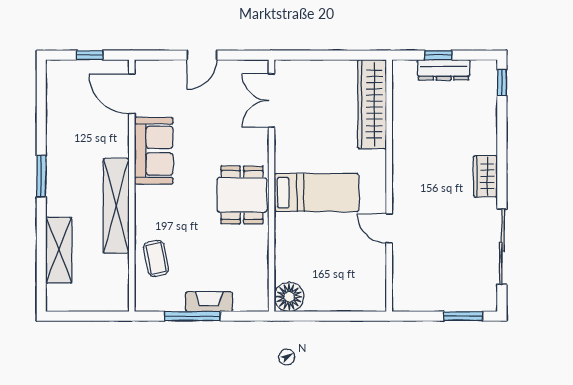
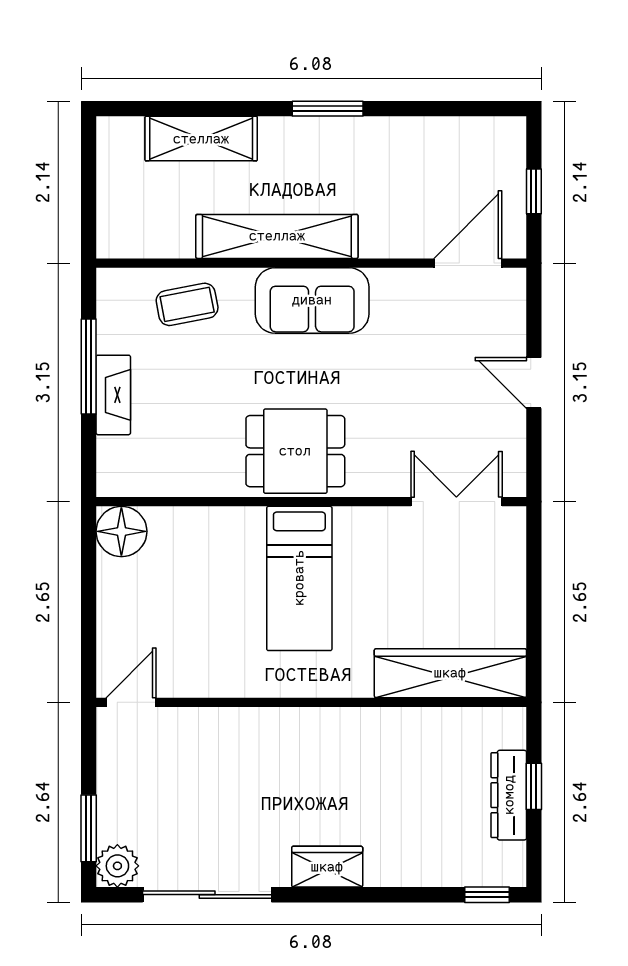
sofa: (154, 151) -> (312, 300), moved
door: (389, 229) -> (131, 702), moved
plant: (485, 299) -> (117, 866), added

